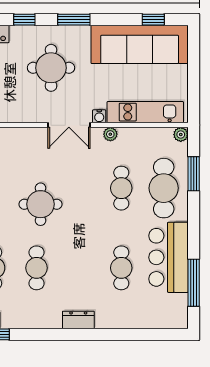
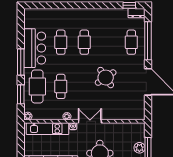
round table: (41, 204) -> (106, 78), turned -34
cafe table: (37, 268) -> (84, 42), moved
window: (194, 283) -> (21, 62), moved
dresser: (78, 320) -> (85, 13), removed

